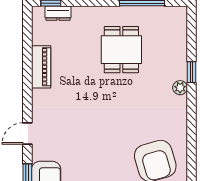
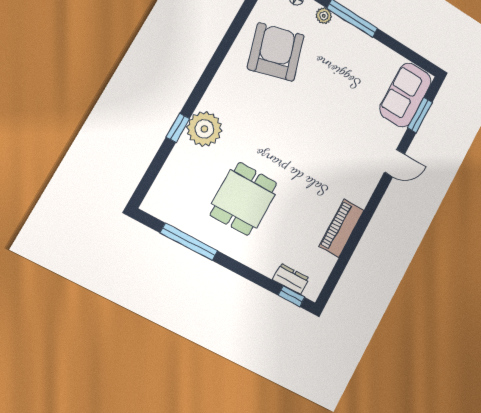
plant: (180, 88) -> (204, 129), width x1.88, depth x1.88

